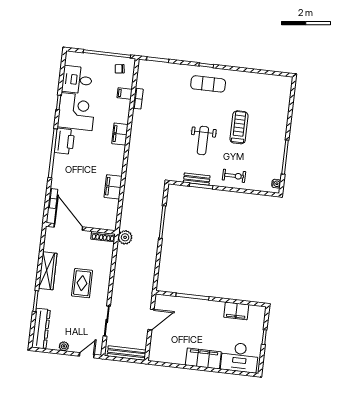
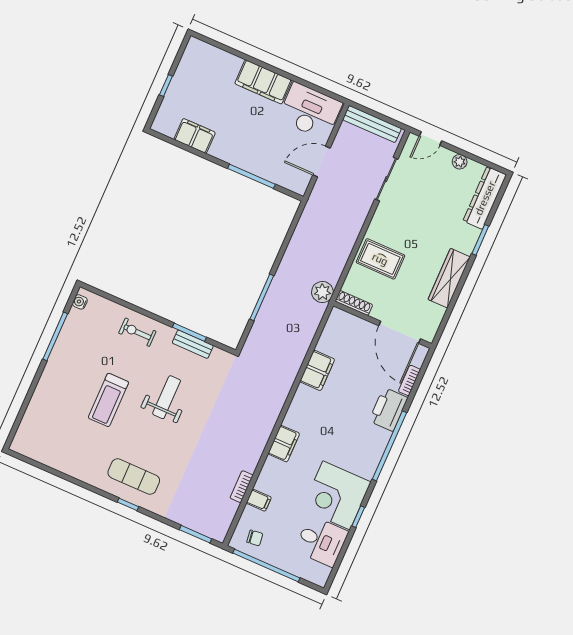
printer: (64, 141) -> (388, 409), moved
rug: (82, 283) -> (380, 259), moved, turned 90
desk: (240, 357) -> (310, 111), moved

